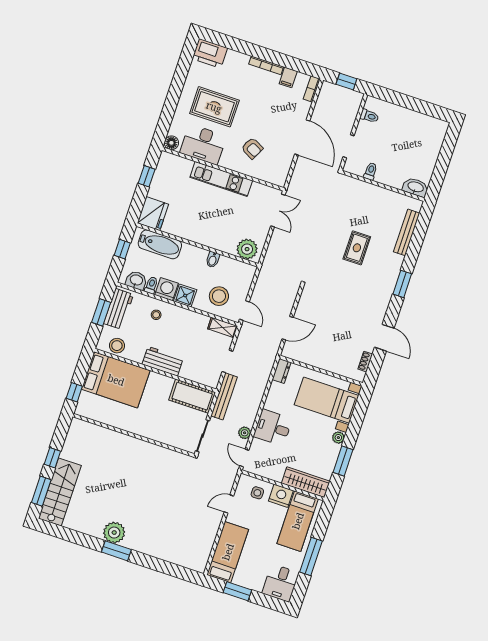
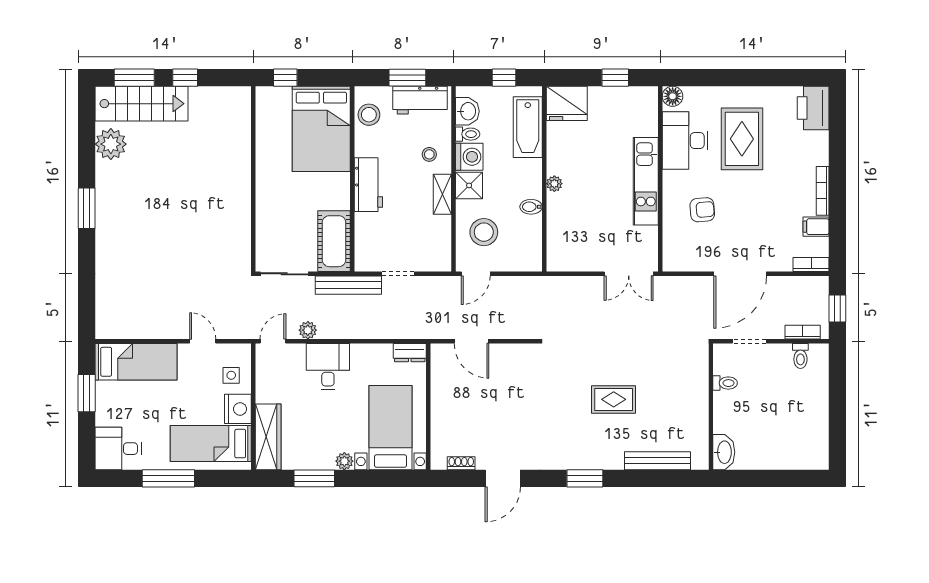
bookcase: (354, 109) -> (803, 332), added
armchair: (252, 148) -> (702, 210), turned -122
plant: (247, 249) -> (554, 184), moved, width x0.53, depth x0.53
shelving: (223, 327) -> (442, 194), moved
plant: (114, 533) -> (111, 144), moved

